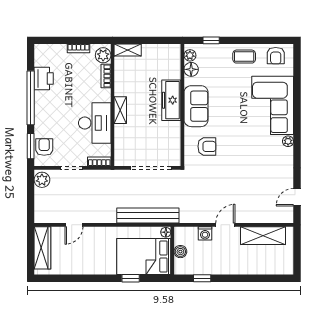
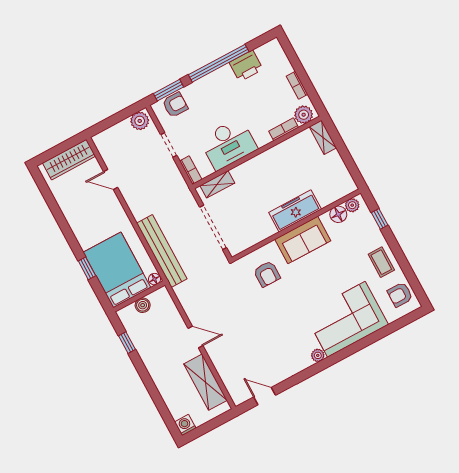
shelving: (120, 110) -> (217, 184), moved
washing machine: (205, 233) -> (185, 425), moved, turned 90

